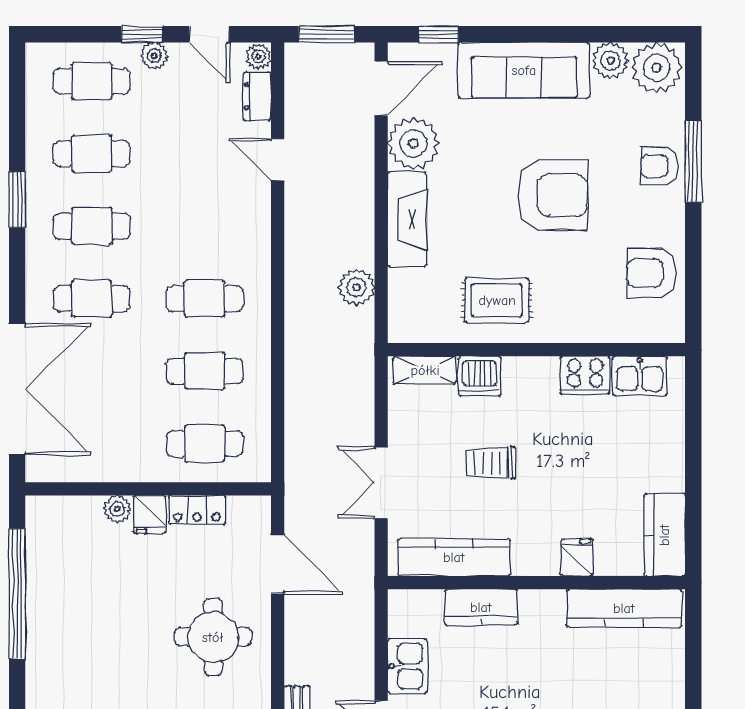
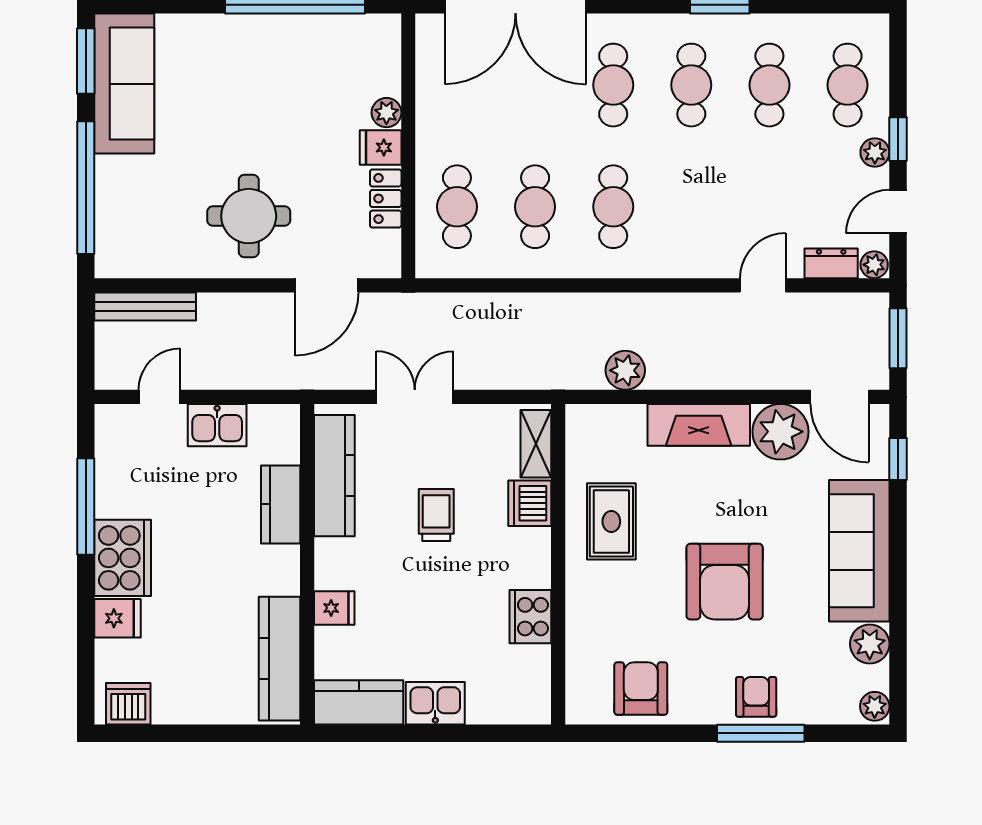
plant: (656, 68) -> (875, 706), width x0.53, depth x0.53
kitchen sink: (640, 376) -> (435, 703), moved, turned 90

